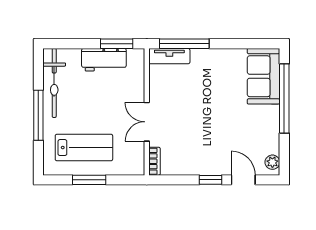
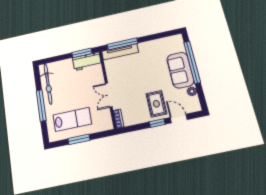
tv unit: (169, 56) -> (120, 52), width x1.41
workbench: (104, 60) -> (87, 61), moved
sofa: (263, 76) -> (180, 70), moved
rug: (216, 151) -> (156, 104), added
plant: (272, 162) -> (192, 91), moved

